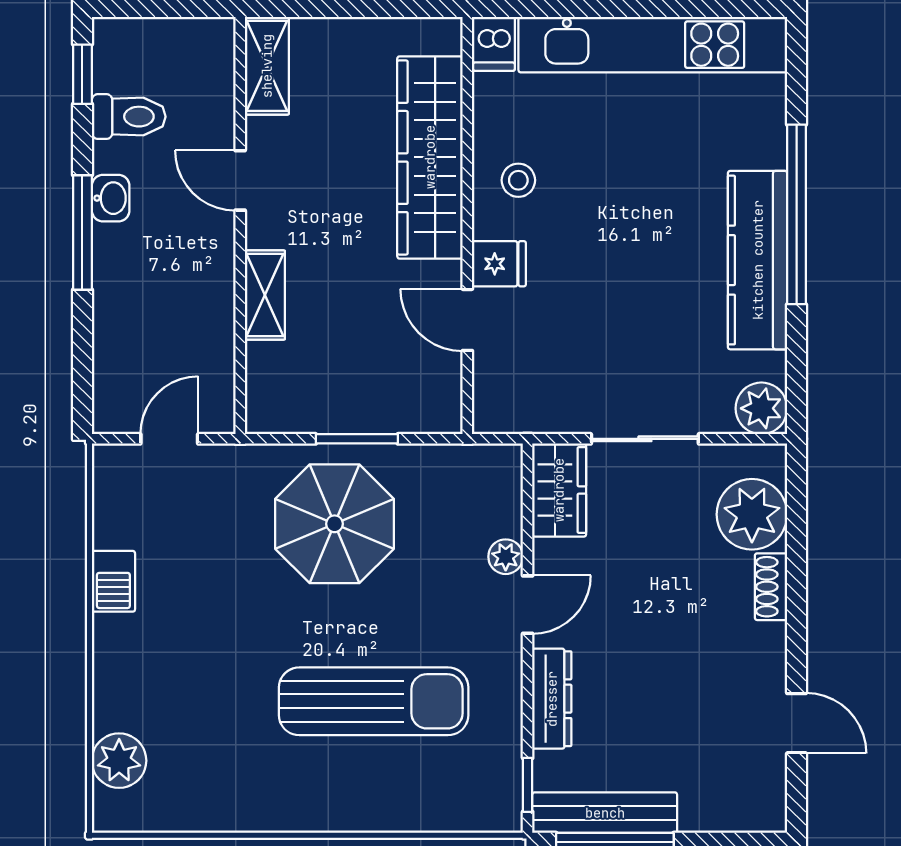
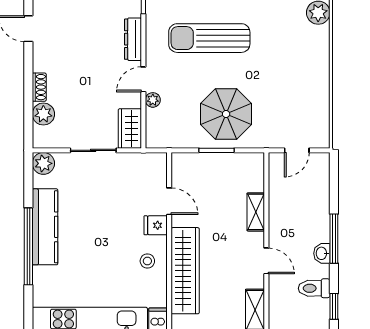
plant: (752, 514) -> (43, 114), width x0.73, depth x0.73
barbecue: (113, 581) -> (321, 89), removed

